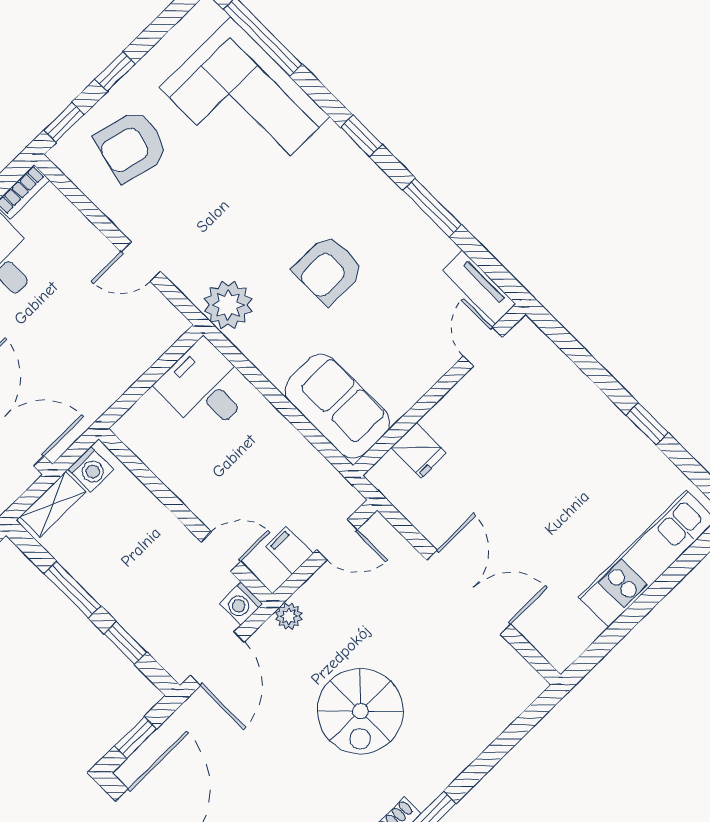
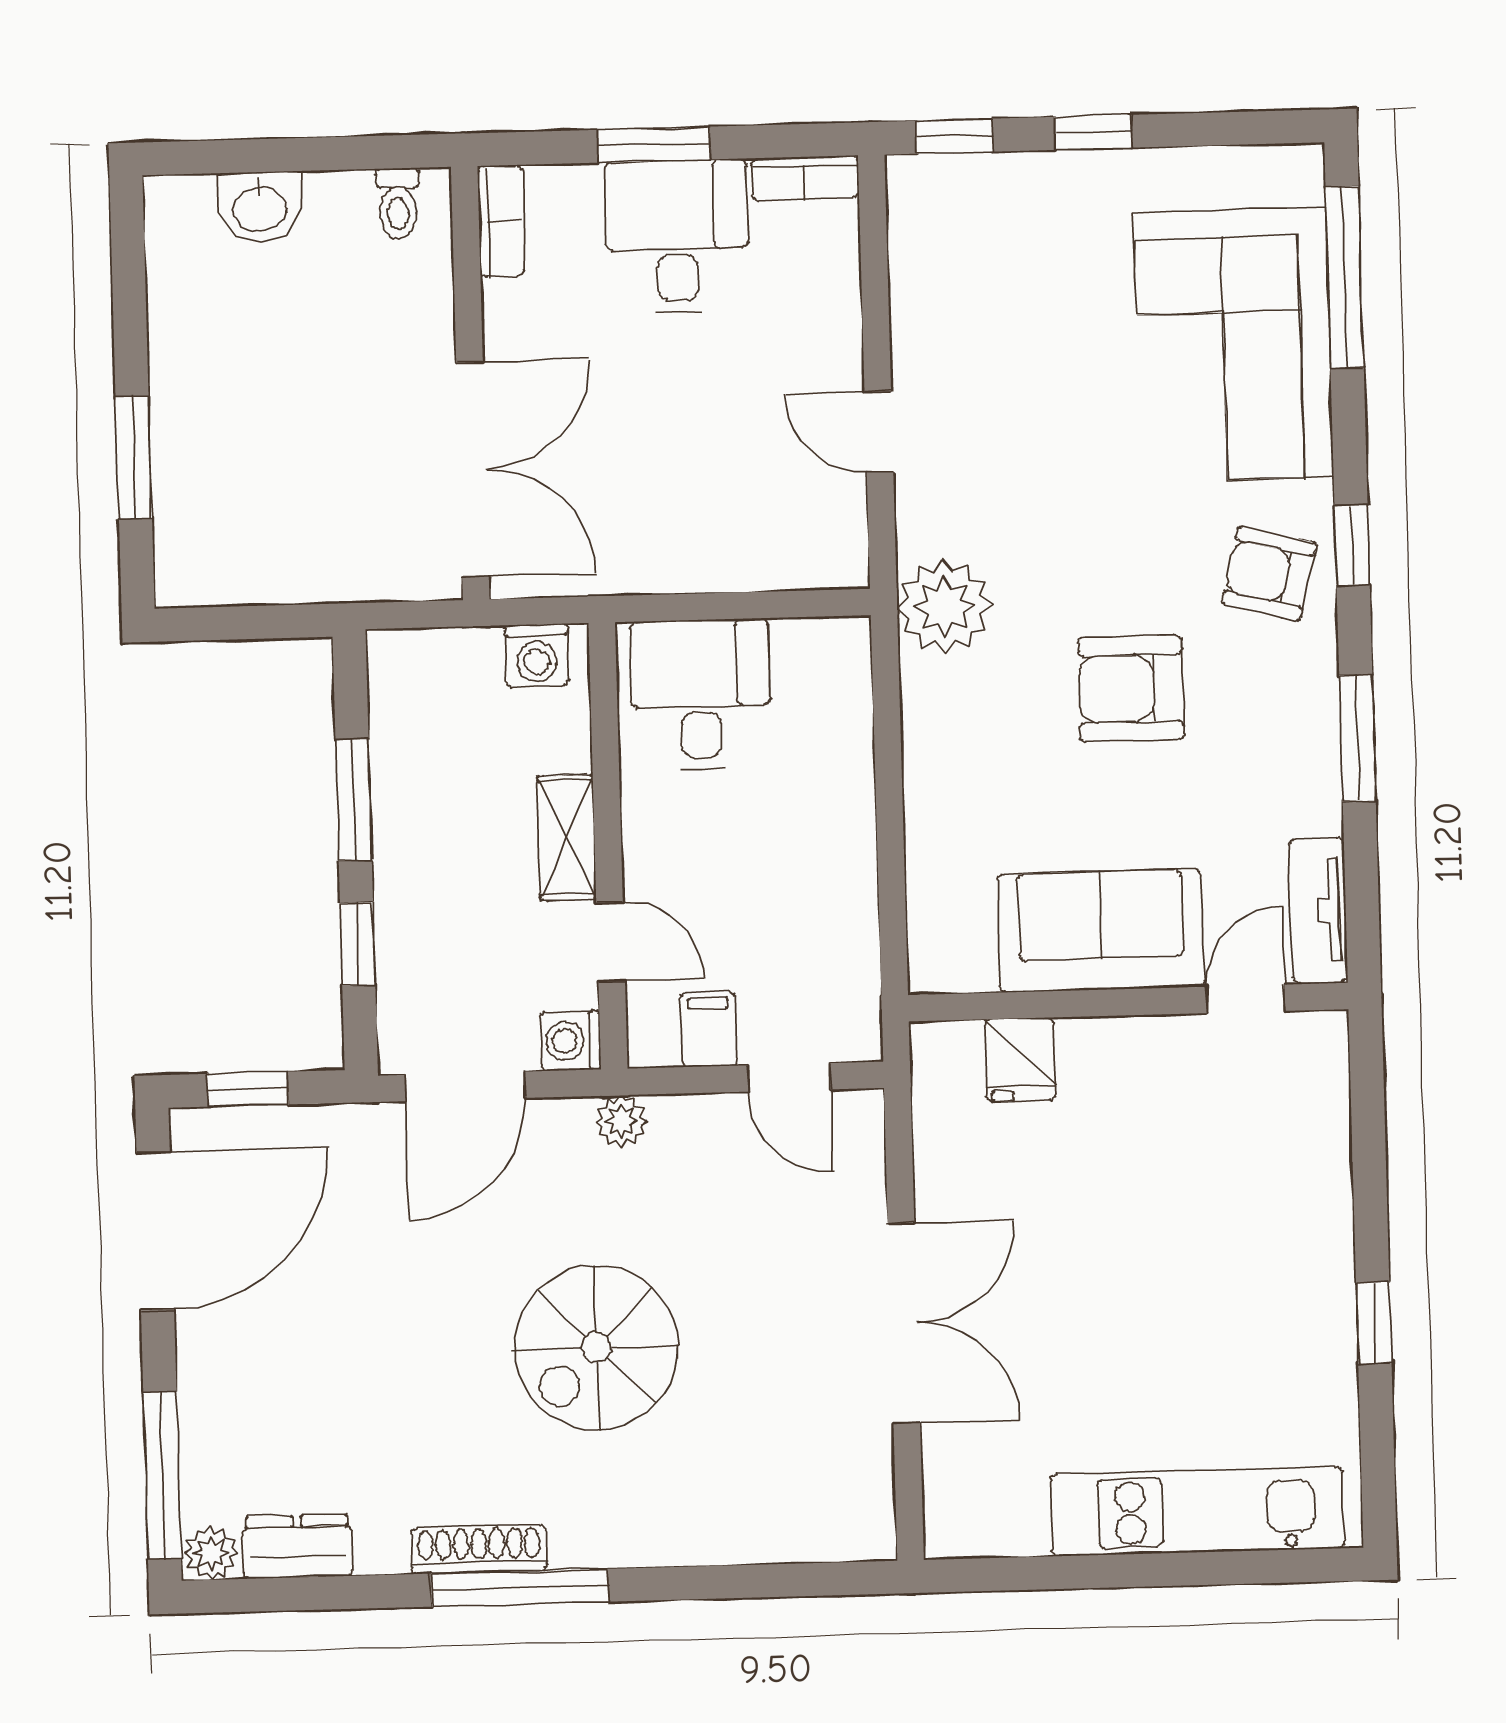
armchair: (132, 146) -> (1269, 574), moved, width x0.72, depth x0.72
desk: (205, 388) -> (701, 694), moved
sofa: (337, 406) -> (1101, 931), moved, turned -90
shelving: (53, 504) -> (567, 838), moved, turned 90

